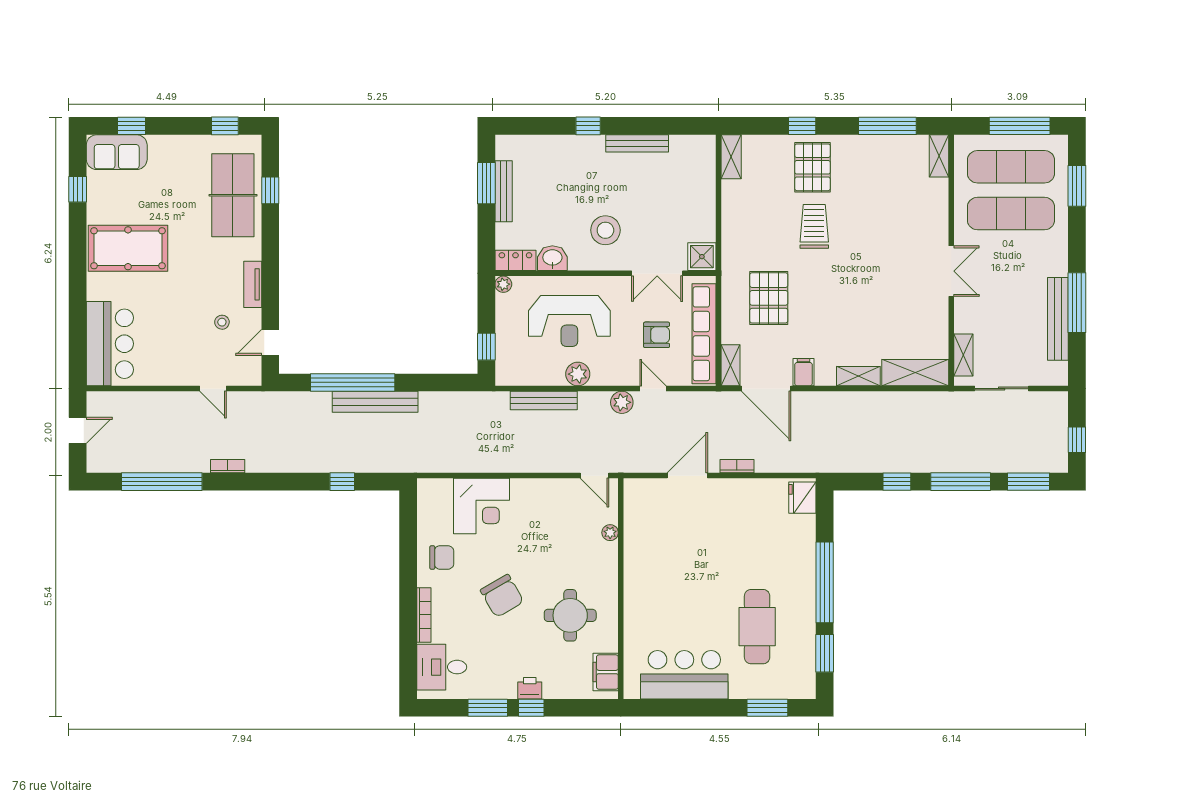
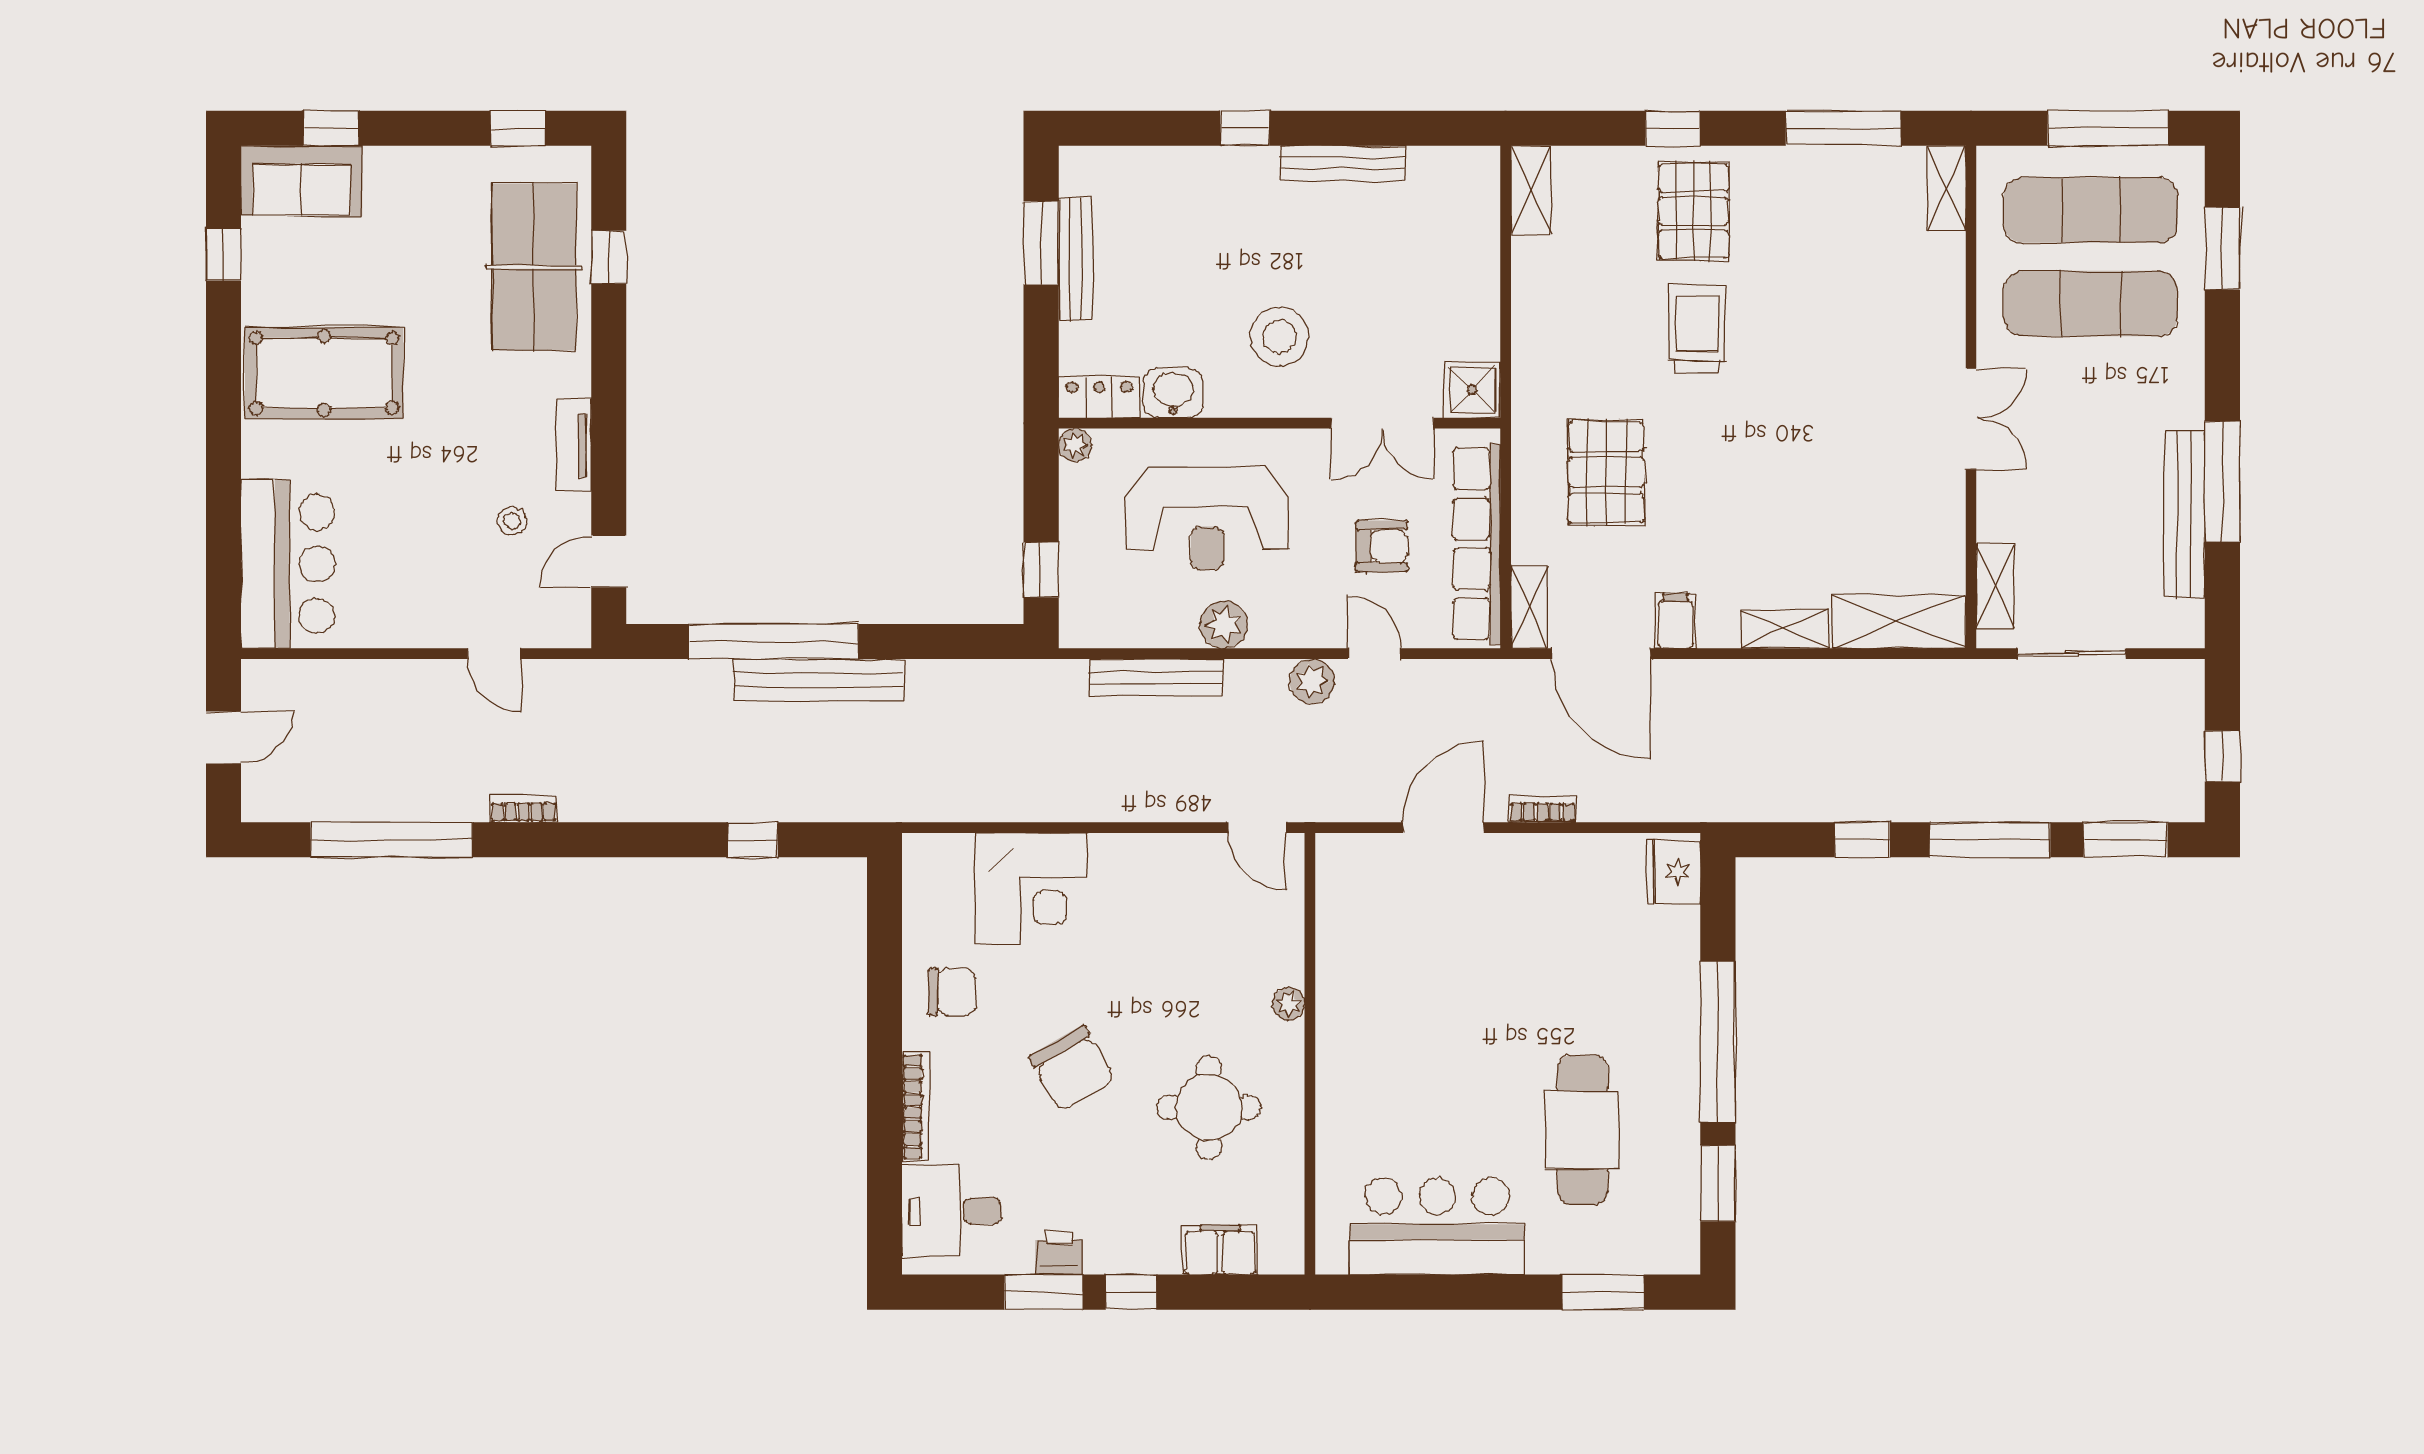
plant: (610, 533) -> (1288, 1004), moved
filing cabinet: (606, 672) -> (1220, 1250), moved, turned 90
printer: (530, 688) -> (1059, 1253), moved

